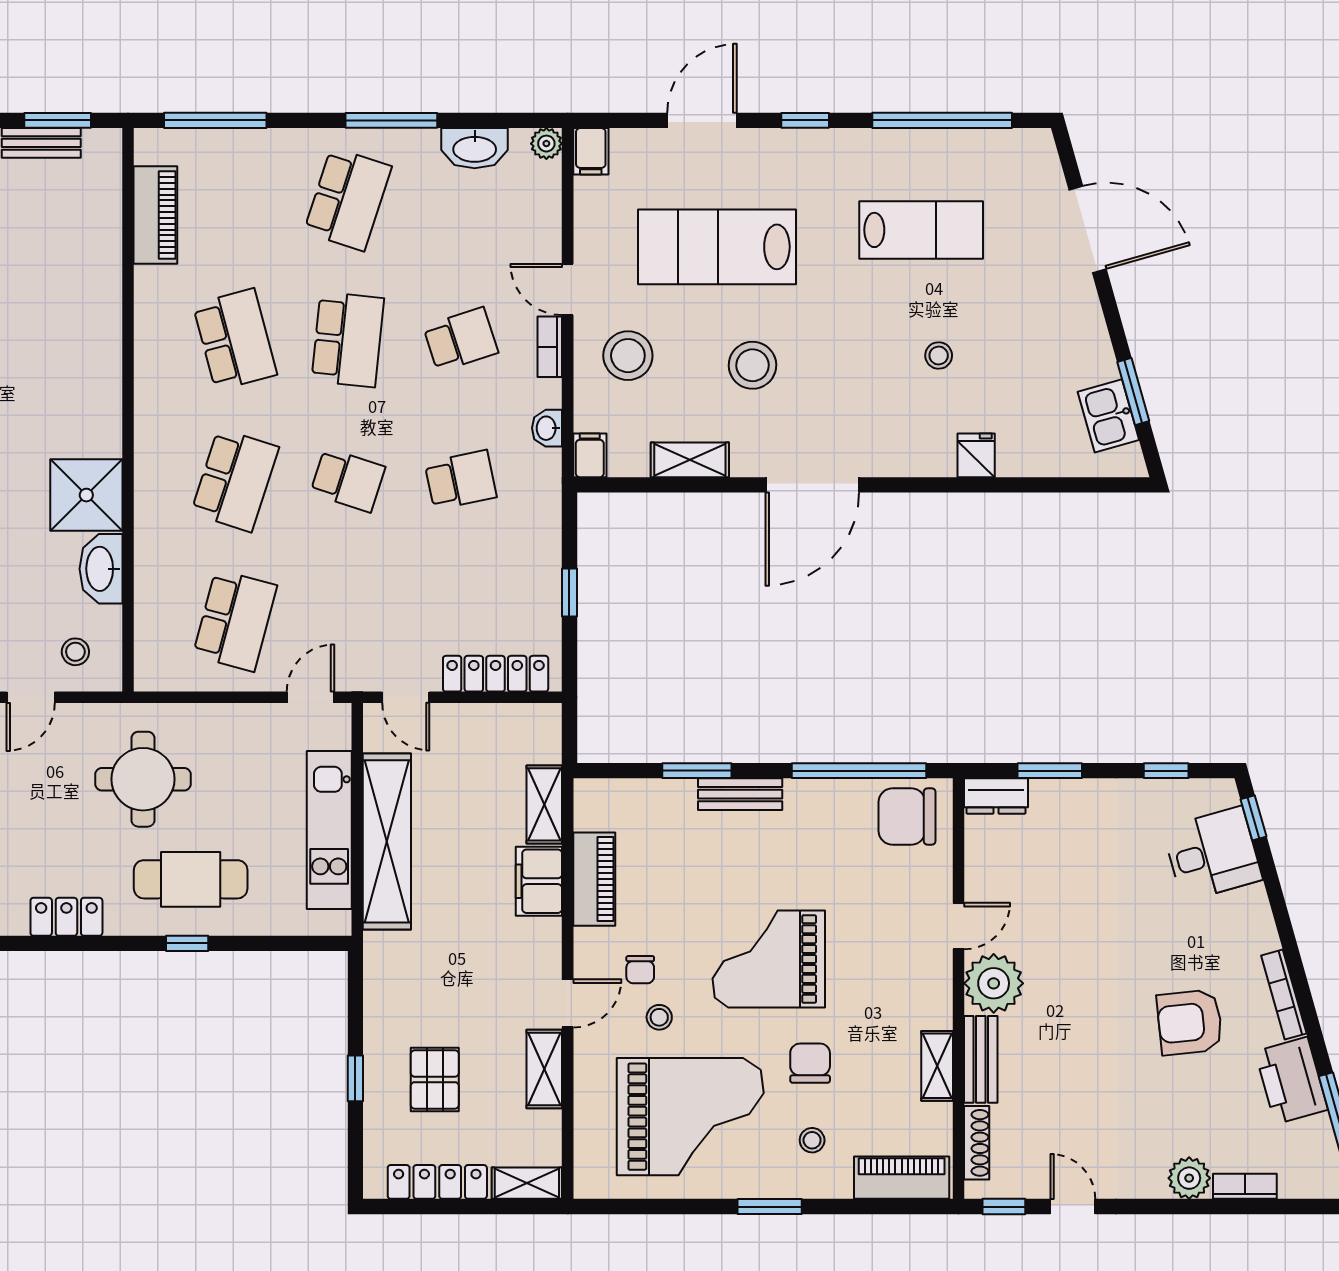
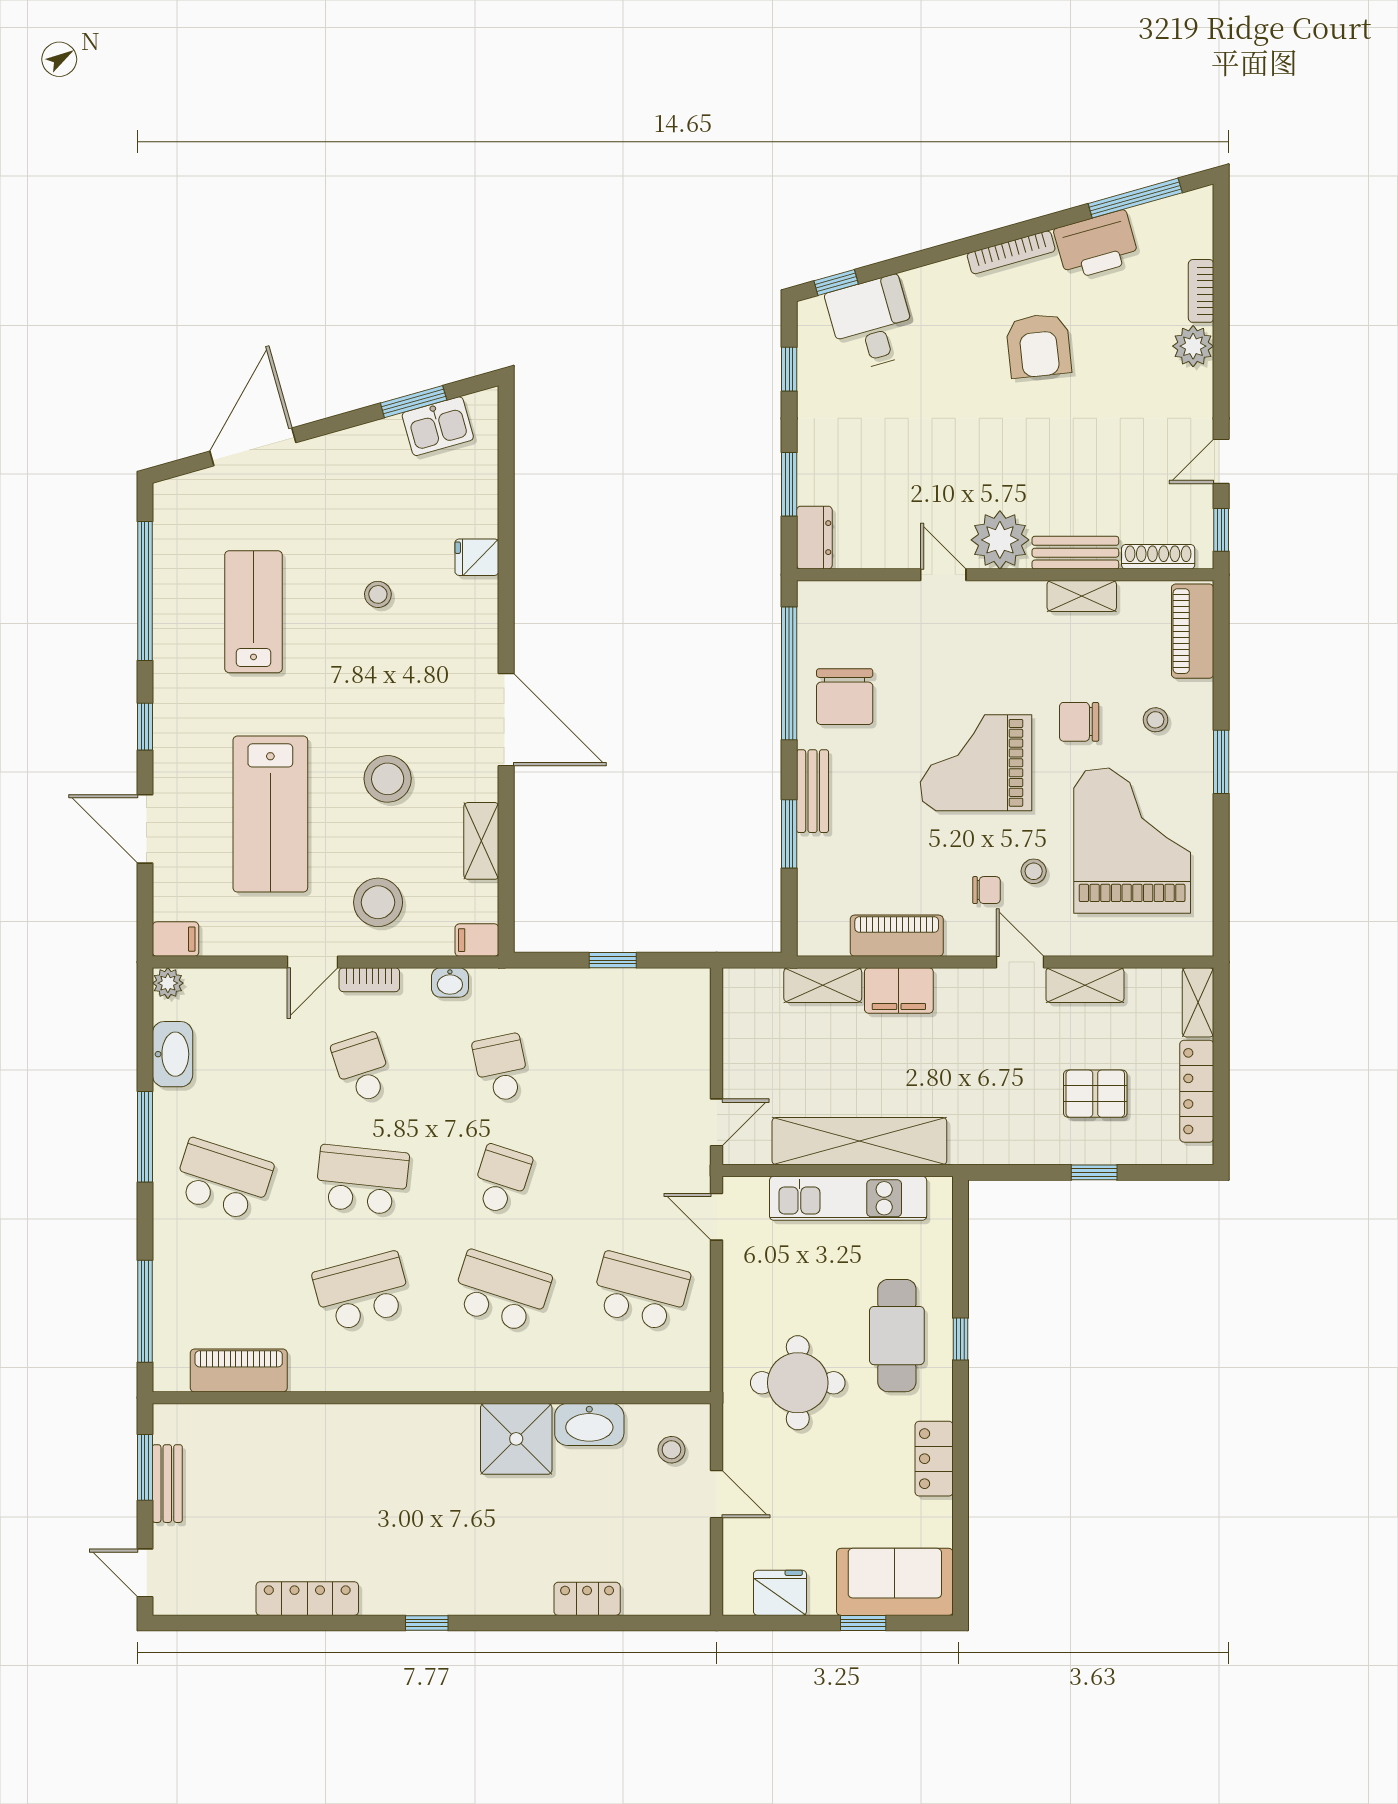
locker: (496, 674) -> (693, 1033), removed
chair: (907, 817) -> (845, 697), moved
grand piano: (769, 959) -> (976, 763), turned 90

